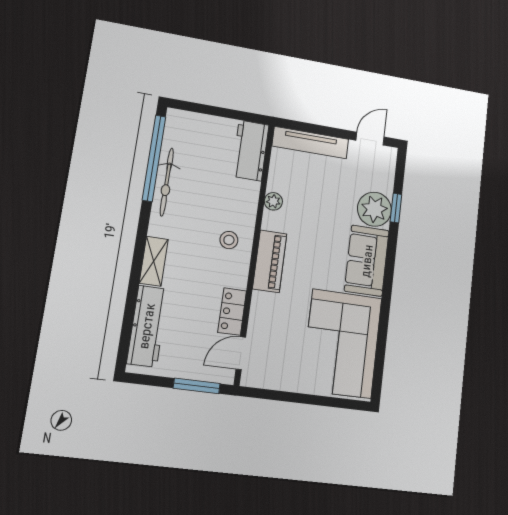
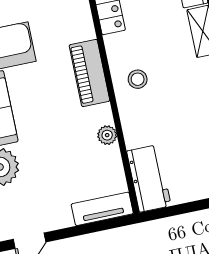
tv unit: (310, 143) -> (102, 209), width x0.71

